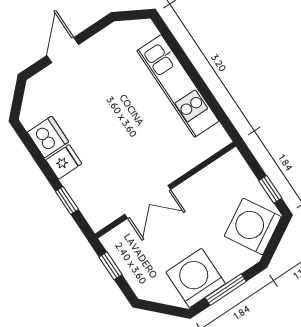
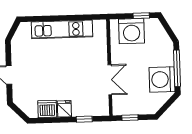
washing machine: (253, 226) -> (132, 31), moved, turned -60
window: (226, 290) -> (177, 68), width x1.44

